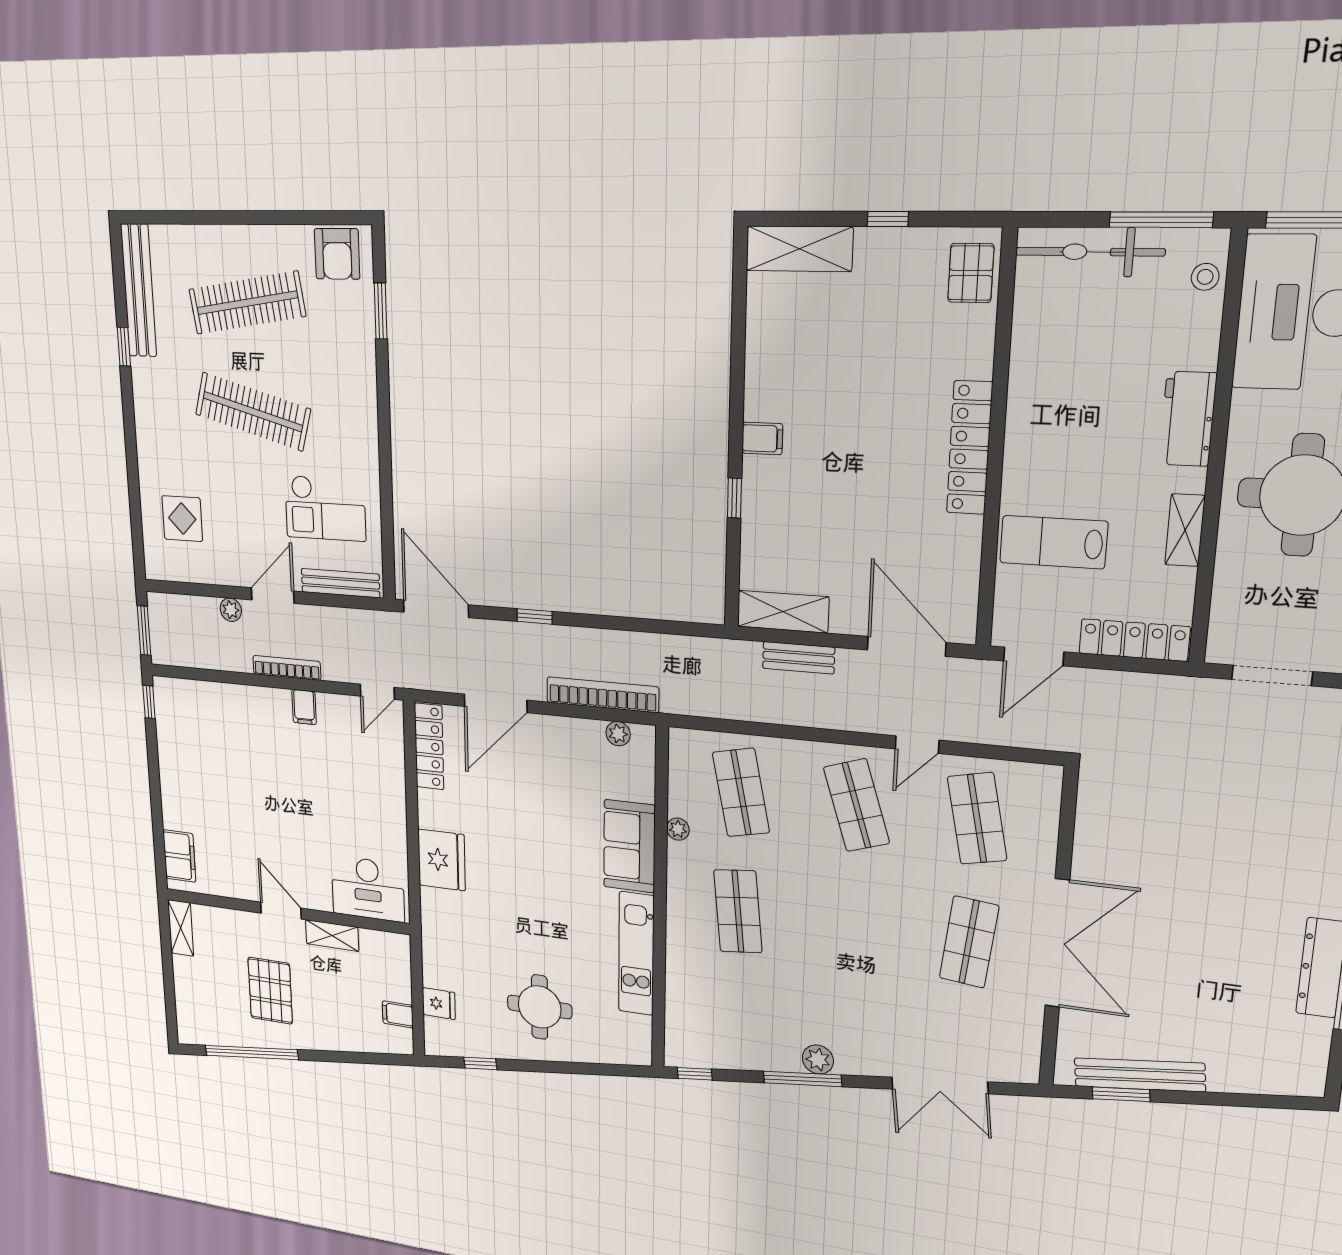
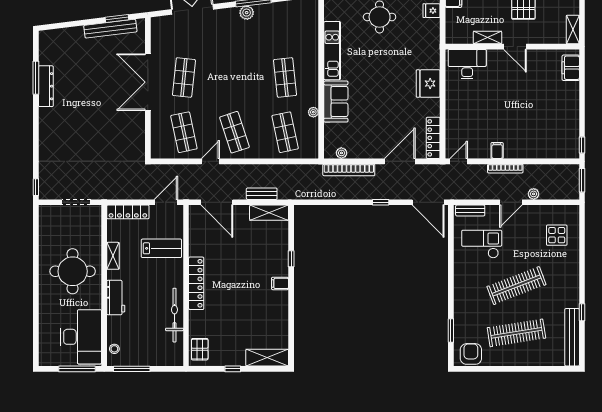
bicycle: (1090, 252) -> (174, 315), moved, turned -90
clothes rail: (253, 412) -> (516, 286), turned -36
bench: (340, 583) -> (470, 210), width x0.73

